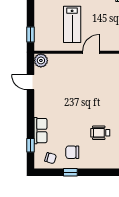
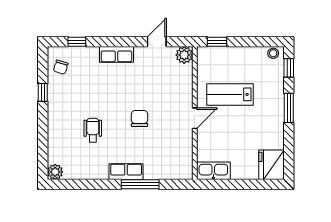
door: (91, 52) -> (195, 118), hinge flipped
row of seats: (40, 131) -> (116, 54), moved
chair: (72, 152) -> (140, 119), moved

